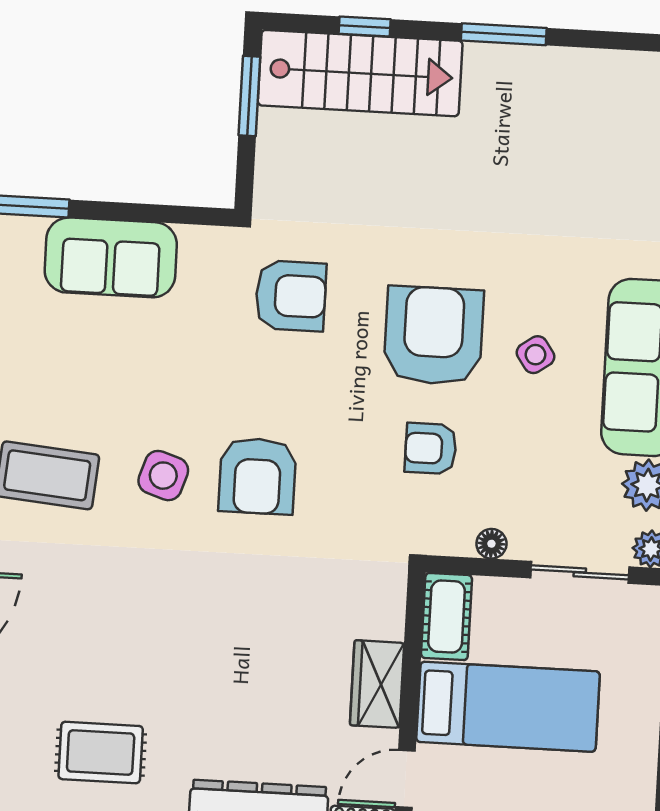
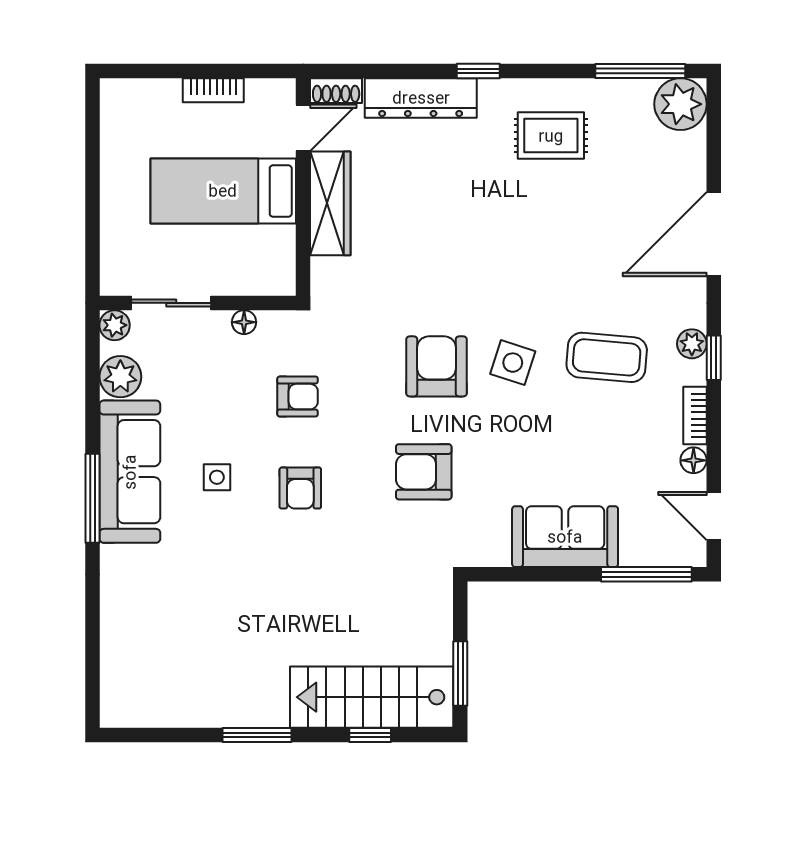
armchair: (291, 296) -> (424, 472), moved
armchair: (434, 336) -> (300, 488), width x0.53, depth x0.53
side table: (535, 355) -> (217, 477), turned 35
cot: (447, 617) -> (277, 261), removed
wardrobe: (377, 684) -> (330, 203), width x1.50

